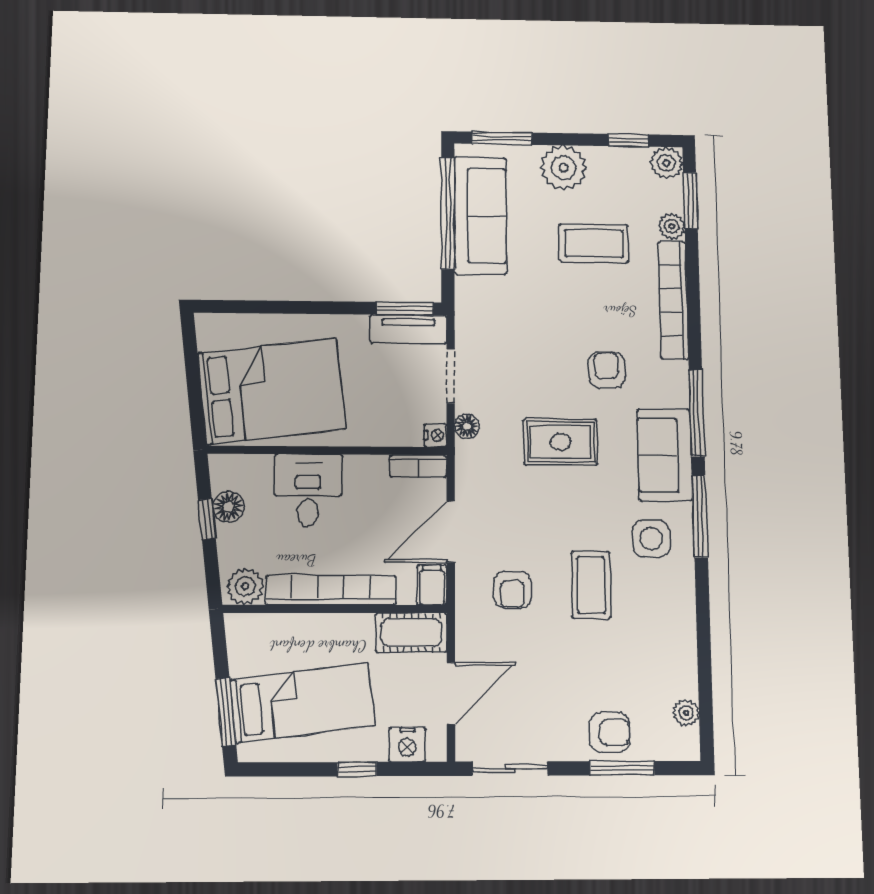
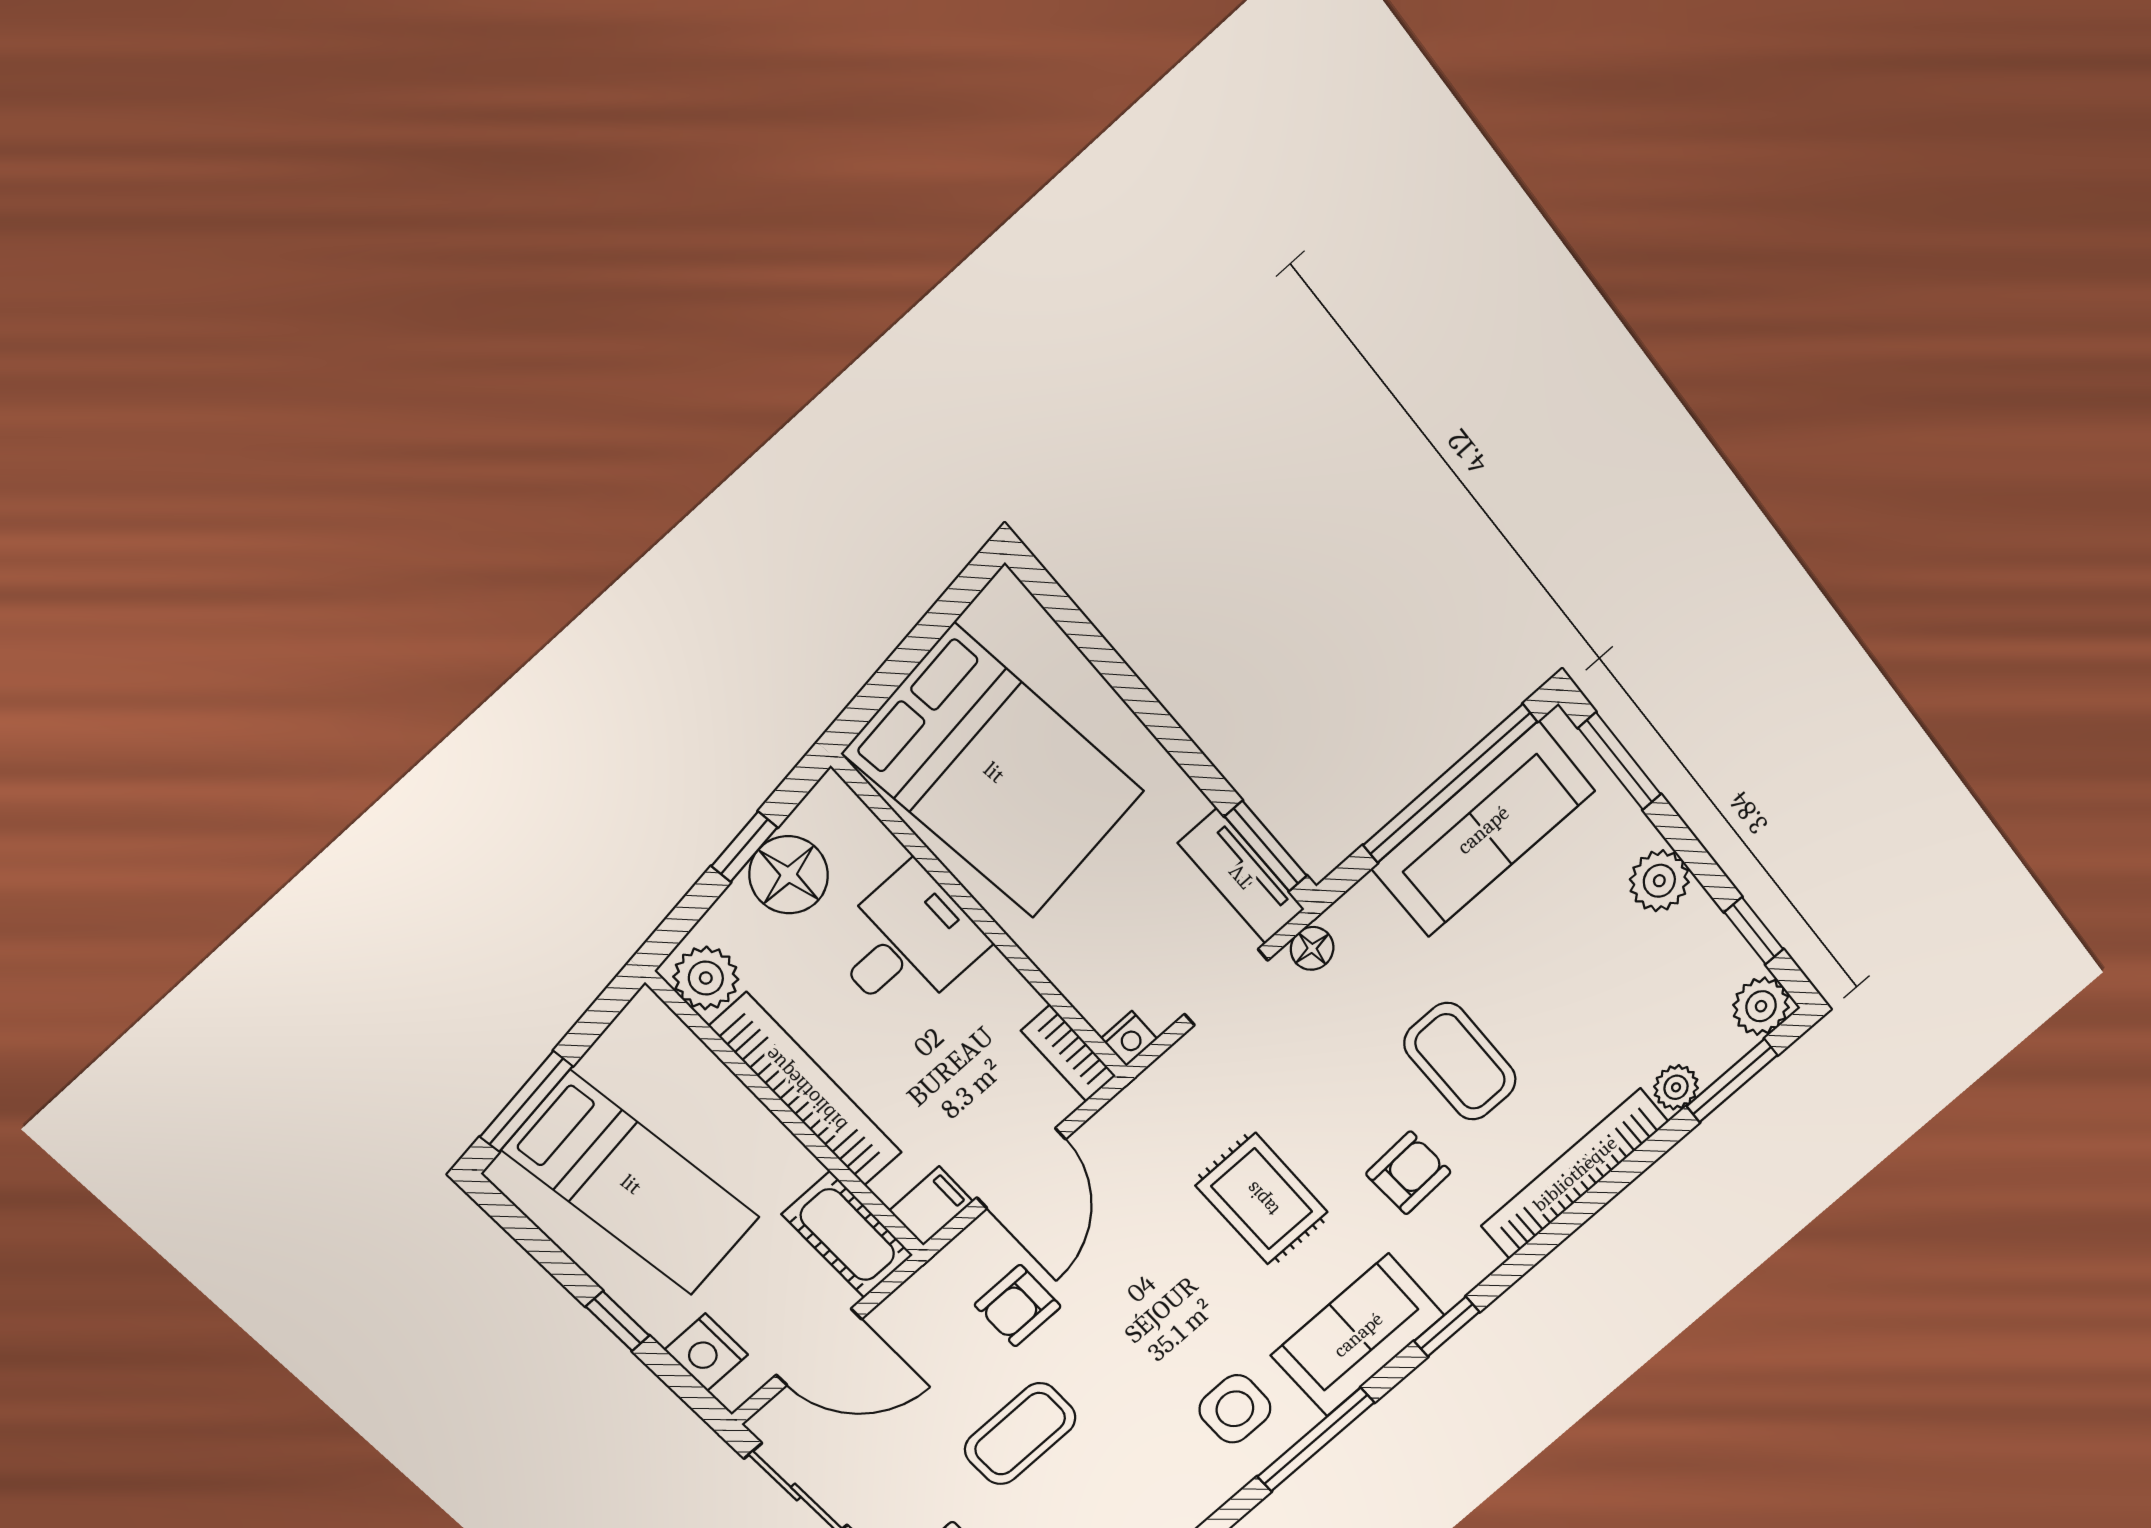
plant: (563, 168) -> (1659, 881), width x0.73, depth x0.73
coffee table: (594, 243) -> (1460, 1061), moved
window: (697, 413) -> (1447, 1326), width x0.46
floor lamp: (467, 426) -> (1312, 948), moved
floor lamp: (229, 507) -> (789, 875), width x1.38, depth x1.38
door: (451, 532) -> (1021, 1168), swing flipped
coffee table: (591, 585) -> (1020, 1434), moved

